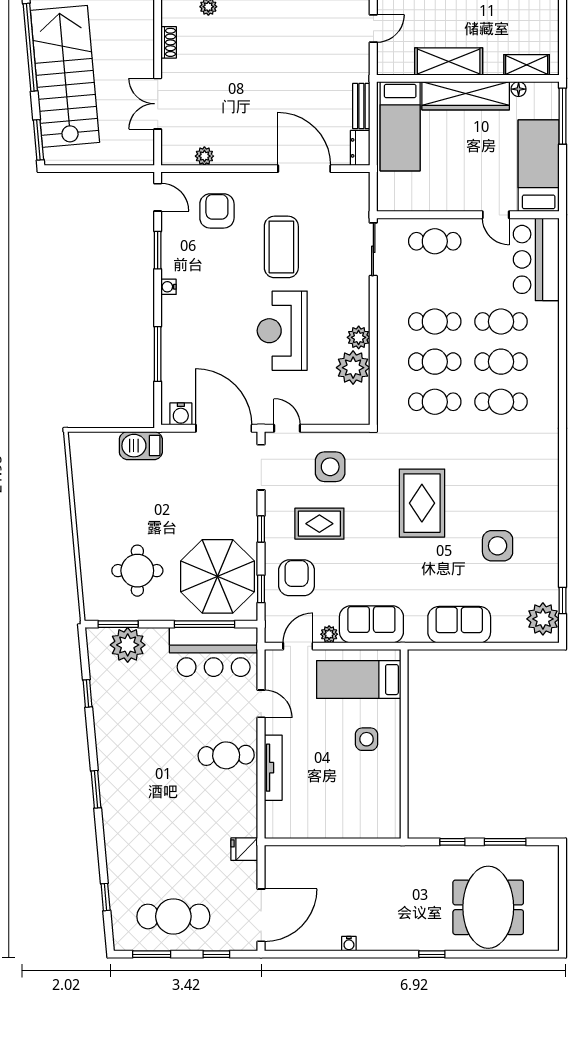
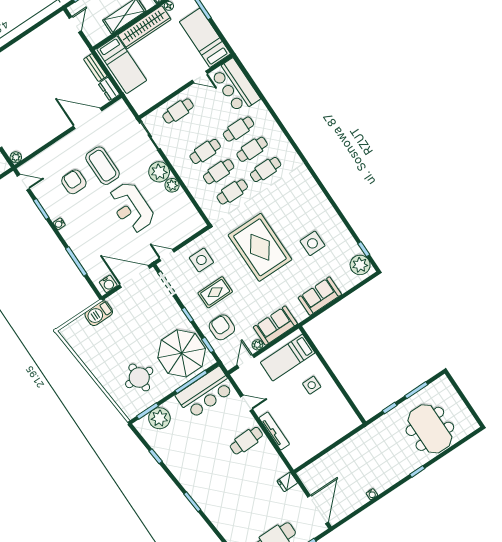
plant: (204, 156) -> (16, 157), moved
armchair: (217, 211) -> (74, 182), moved
plant: (353, 368) -> (159, 172), moved
rug: (422, 503) -> (260, 247), width x1.37, depth x1.44

